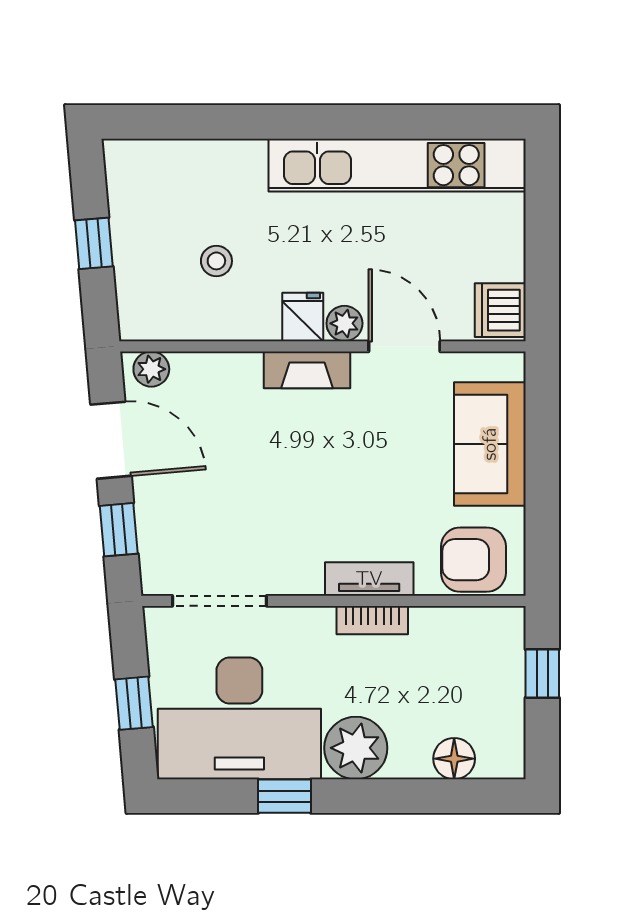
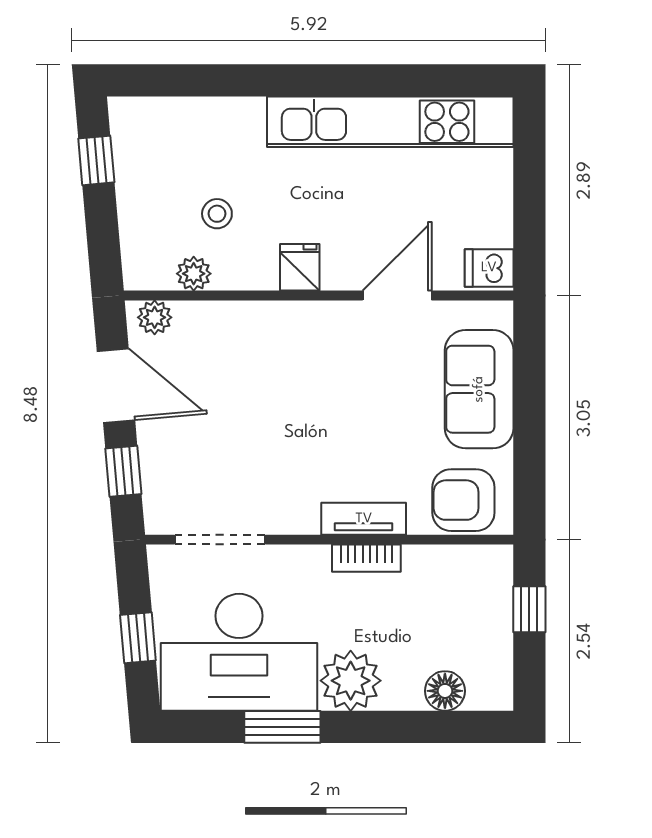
window: (94, 243) -> (96, 160), moved
dishwasher: (500, 310) -> (489, 268), width x0.73
plant: (344, 323) -> (194, 274), moved
door: (404, 346) -> (397, 296), hinge flipped
fireplace: (307, 370) -> (304, 318), removed
window: (285, 796) -> (282, 727), width x1.50

